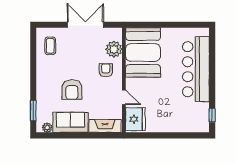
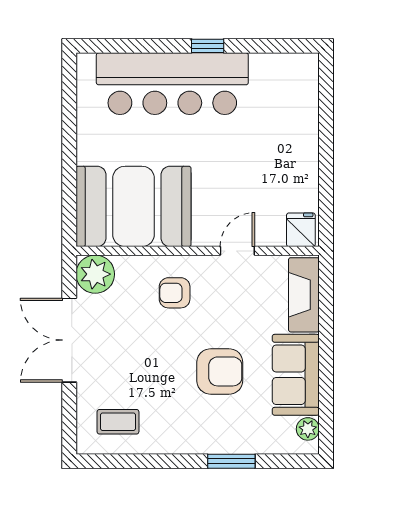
plant: (114, 49) -> (95, 274), moved
window: (33, 111) -> (231, 461), moved
window: (212, 115) -> (208, 46), moved
fridge: (135, 119) -> (301, 230), width x0.53, depth x0.75

